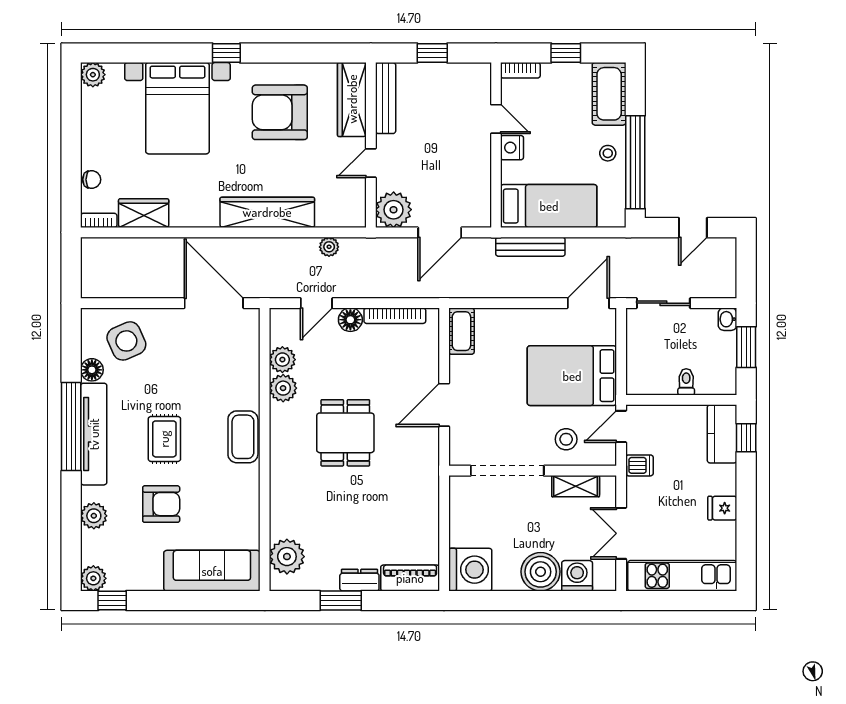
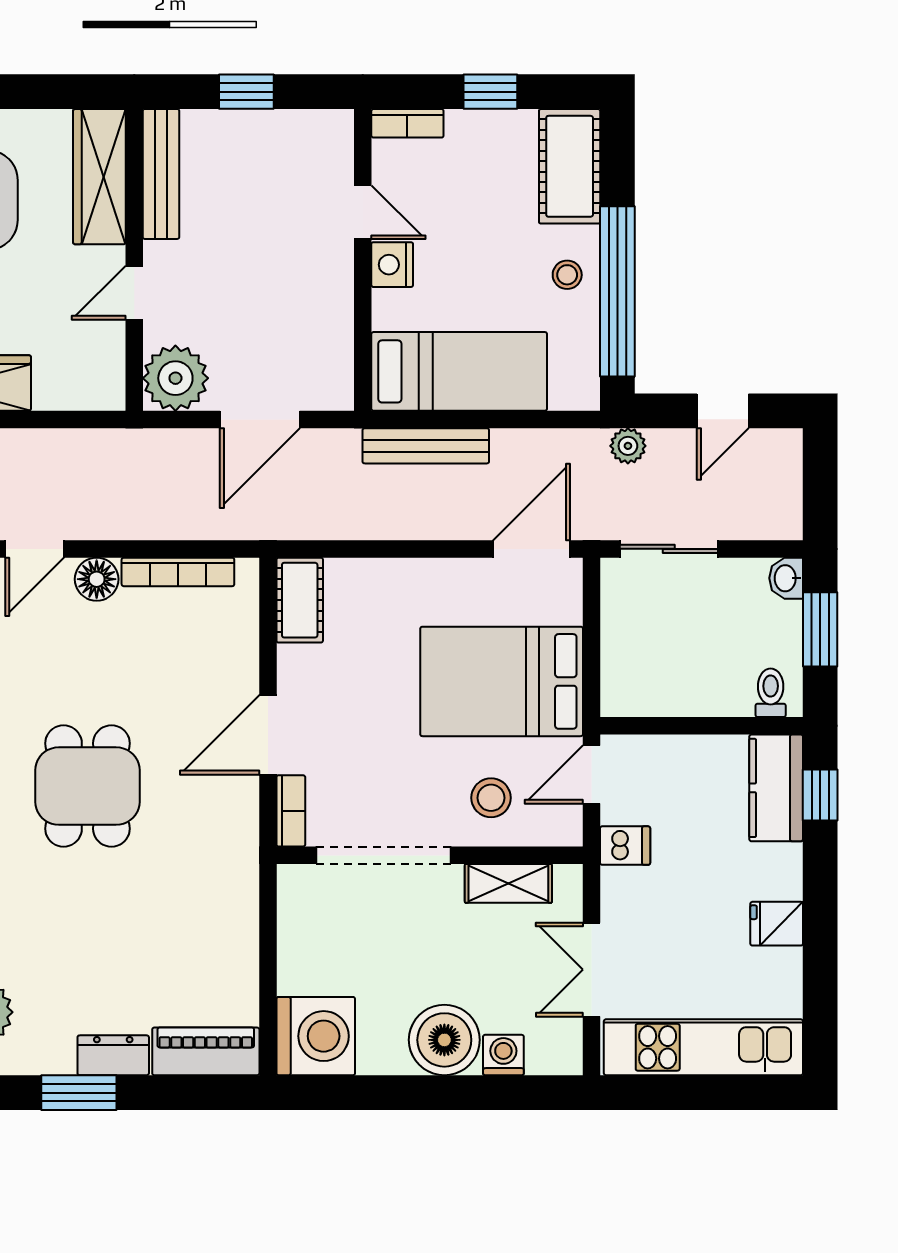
plant: (329, 247) -> (628, 446), moved
toilet: (686, 382) -> (771, 693), moved
bookcase: (457, 446) -> (291, 811), added
washing machine: (577, 576) -> (503, 1055), width x0.73, depth x0.73

